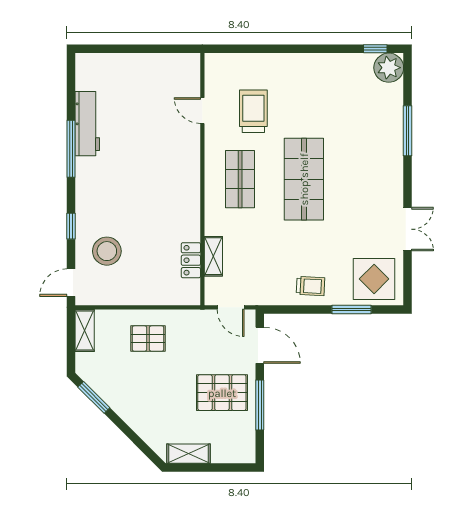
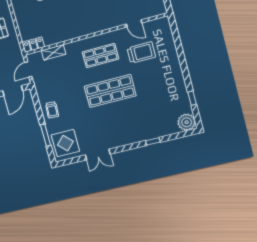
window: (375, 49) -> (192, 98), moved
door: (202, 111) -> (134, 23), swing flipped
window: (408, 131) -> (153, 141), width x0.46
locker: (191, 260) -> (33, 45), moved

